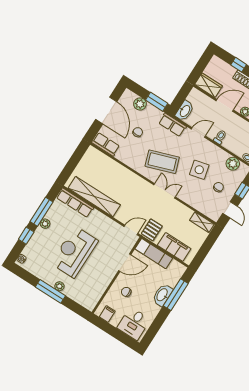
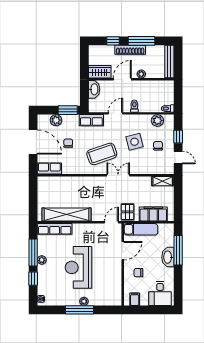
washbasin: (185, 111) -> (94, 89), moved

